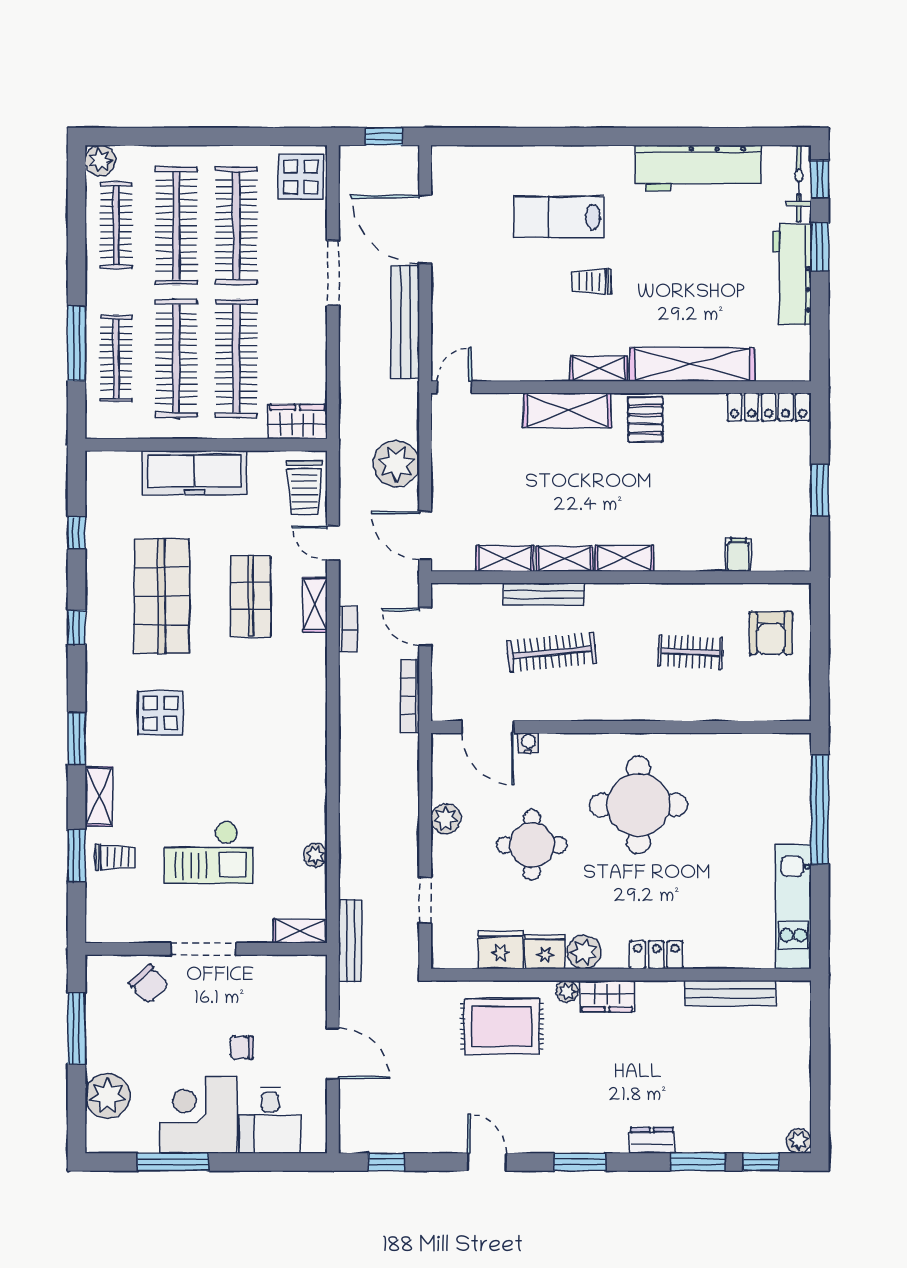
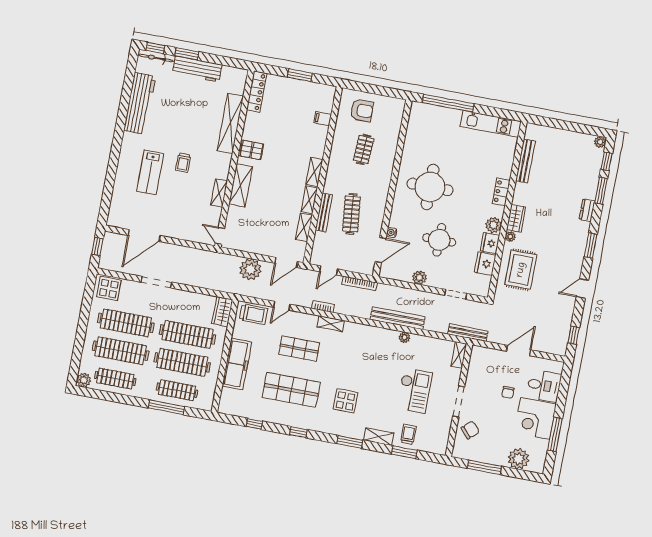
bench: (405, 322) -> (398, 318), moved
shelving: (599, 369) -> (219, 193), moved
shelving: (315, 604) -> (331, 324), moved
plant: (316, 855) -> (404, 337), moved

